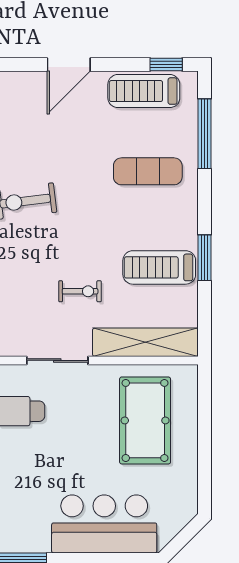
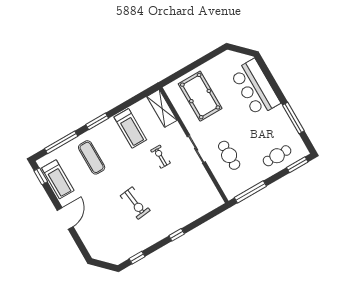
door: (69, 64) -> (65, 218), hinge flipped
window: (204, 258) -> (97, 121), moved
shelving: (145, 342) -> (162, 108), width x0.68
pool table: (145, 420) -> (200, 96), turned 90

